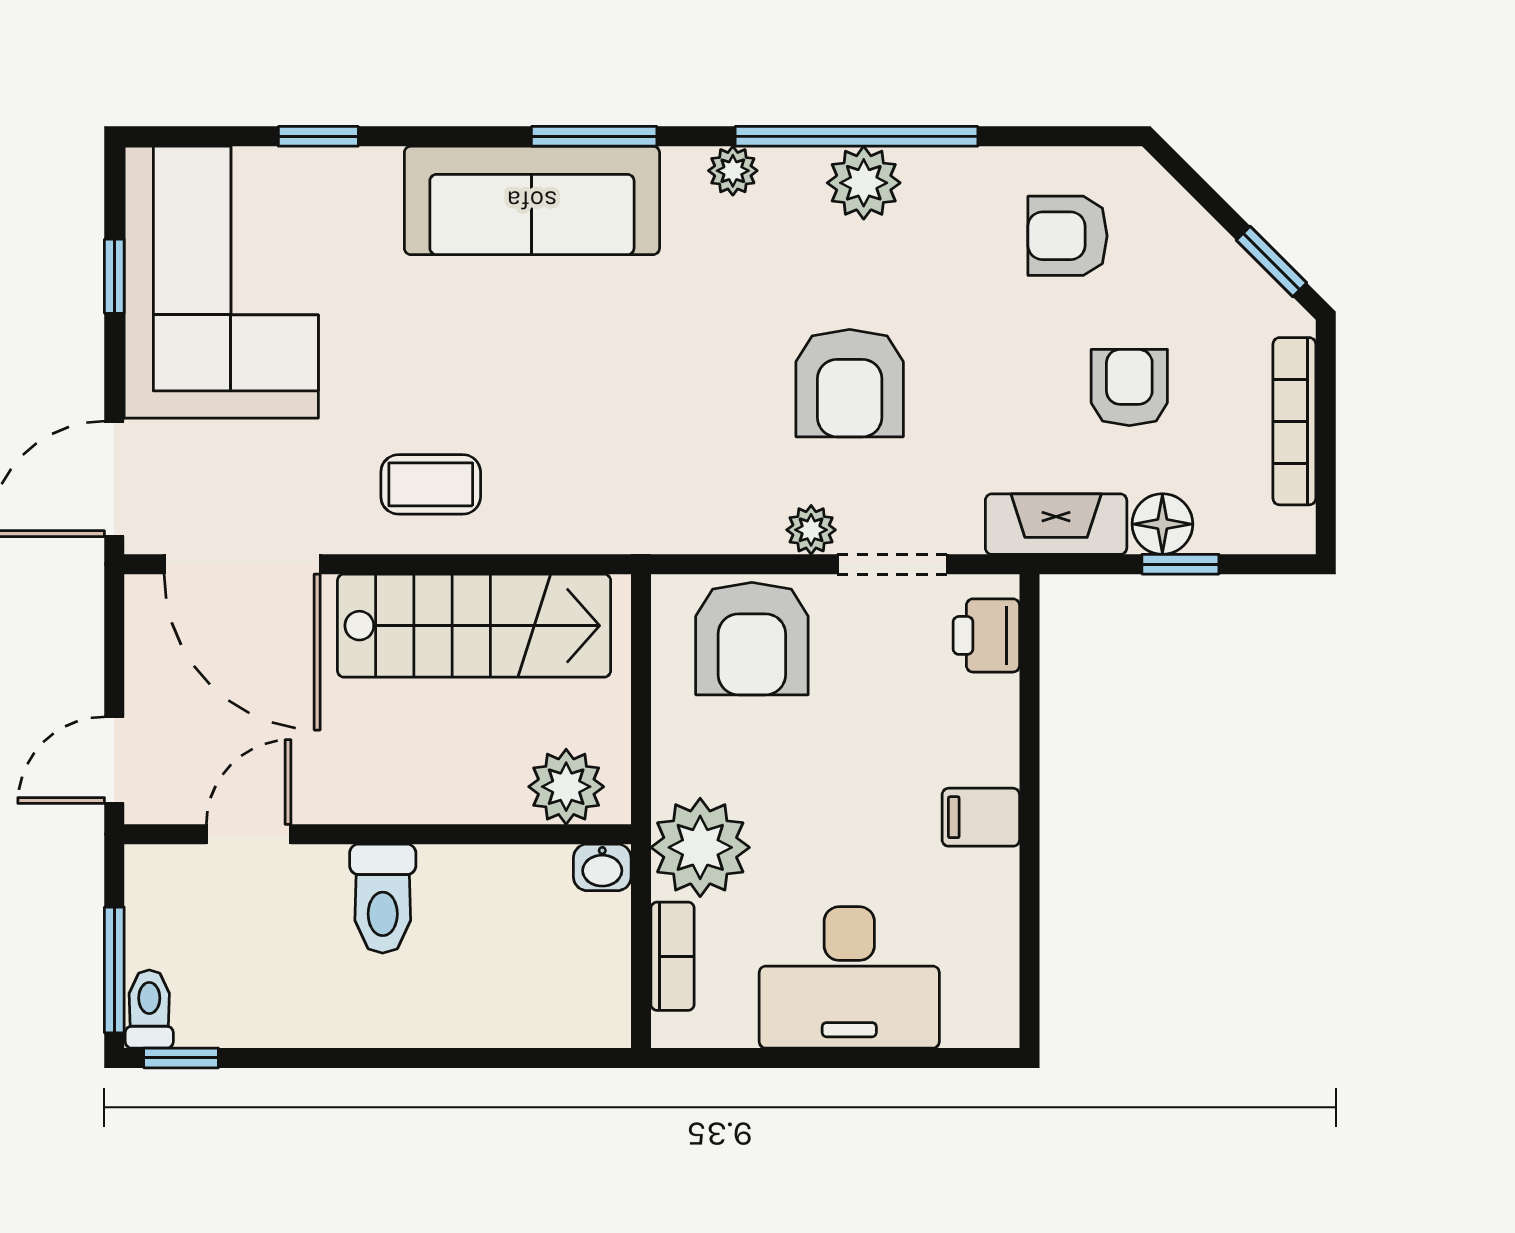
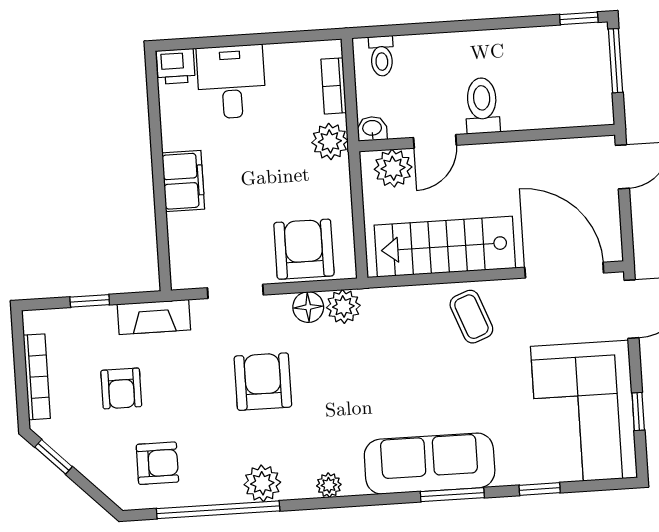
window: (594, 136) -> (452, 495), moved
window: (856, 136) -> (218, 510), moved
coffee table: (431, 484) -> (471, 317), turned 69
floor lamp: (1162, 524) -> (308, 307), moved
plant: (811, 530) -> (343, 307), moved, width x1.38, depth x1.38
printer: (986, 635) -> (176, 66), moved, turned 90
filing cabinet: (981, 817) -> (183, 181), width x2.00
door: (249, 834) -> (435, 141), moved
plant: (700, 847) -> (330, 141), width x0.73, depth x0.73
desk: (849, 977) -> (231, 82), width x0.73
toilet: (149, 1009) -> (382, 56), moved

